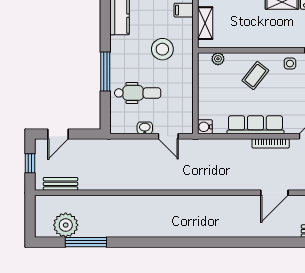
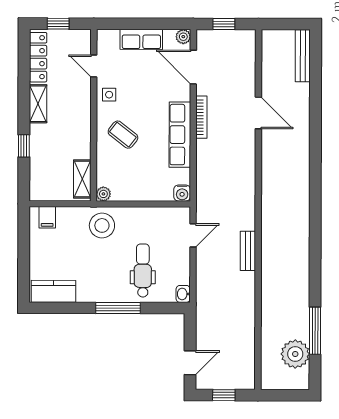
shelving: (205, 23) -> (82, 179), moved, turned 90
stool: (162, 49) -> (102, 225), moved
plant: (218, 59) -> (103, 194), moved
washbasin: (145, 128) -> (183, 294), moved
door: (58, 134) -> (190, 363), hinge flipped
bench: (61, 184) -> (248, 251), moved

